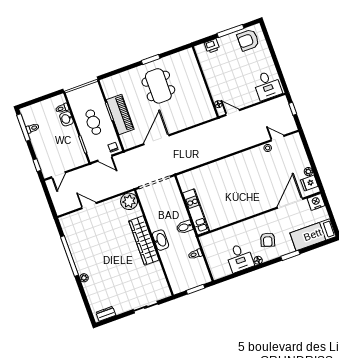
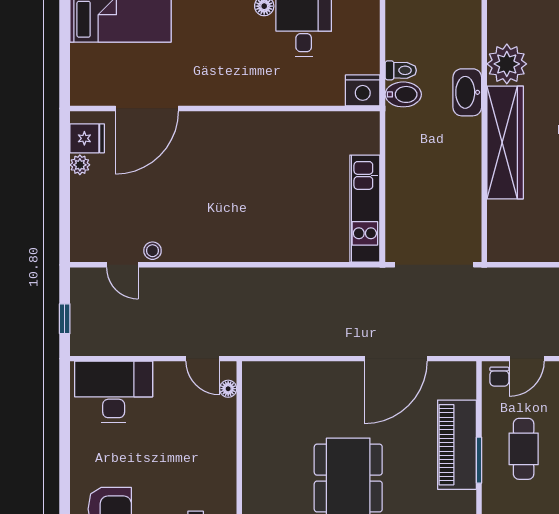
desk: (267, 85) -> (114, 392), width x1.37
door: (105, 158) -> (527, 359), swing flipped
plant: (129, 201) -> (507, 64), moved
nightstand: (316, 202) -> (363, 90), moved
kitchen unit: (196, 212) -> (365, 209), moved
bidet: (184, 227) -> (403, 94), moved
washbasin: (161, 240) -> (467, 92), moved
armchair: (268, 240) -> (226, 45), removed

